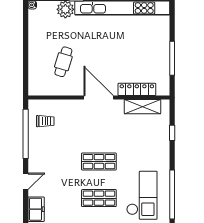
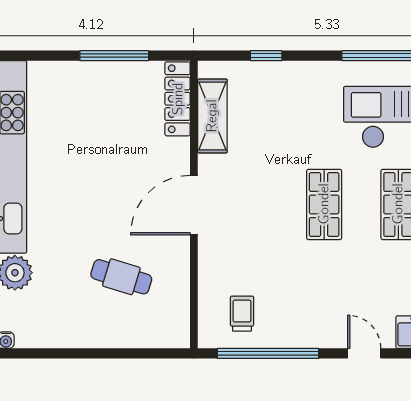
locker: (137, 89) -> (178, 99), moved

